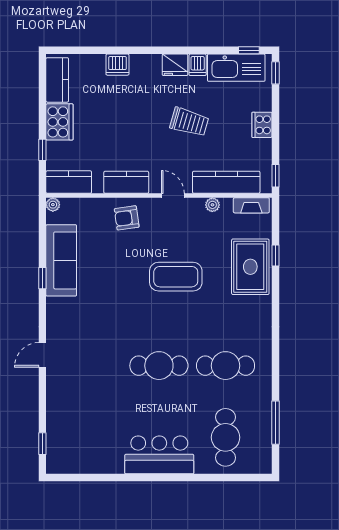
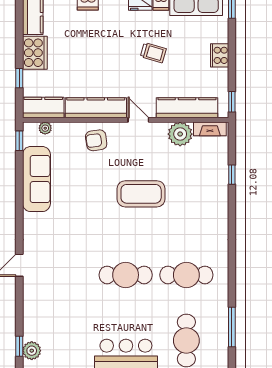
trolley: (189, 122) -> (153, 53), width x0.73, depth x0.72
kitchen counter: (126, 182) -> (96, 108), width x1.50
plant: (53, 205) -> (45, 128), moved
plant: (212, 205) -> (180, 134), width x1.88, depth x1.88
rug: (250, 267) -> (209, 185), removed
window: (42, 278) -> (19, 141), moved
plant: (56, 448) -> (32, 351), added

